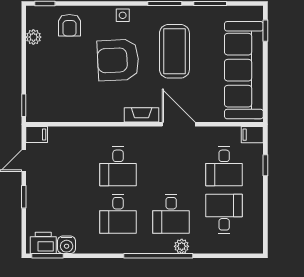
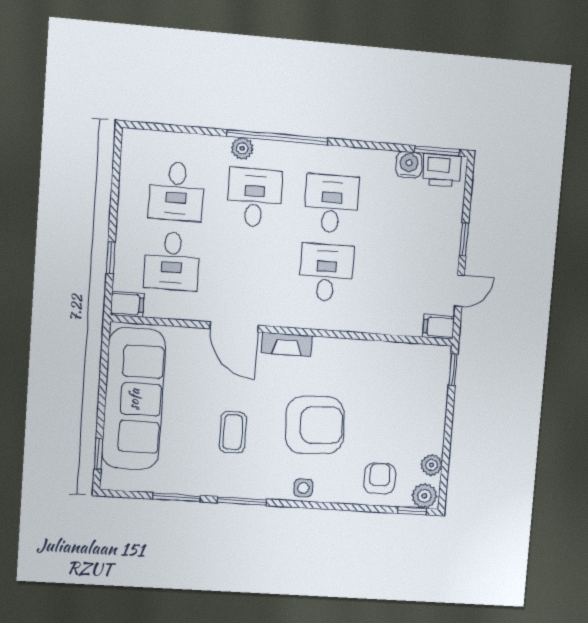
plant: (37, 15) -> (424, 496), added
coffee table: (174, 51) -> (233, 432), width x0.54, depth x0.58
desk: (224, 166) -> (172, 261), turned 180

